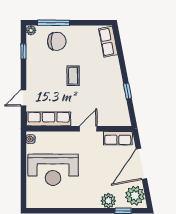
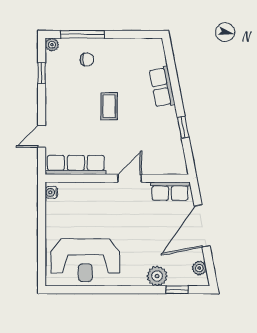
chair: (57, 41) -> (87, 59), width x0.54, depth x0.54
row of seats: (108, 42) -> (162, 87), moved
reception desk: (53, 170) -> (85, 260), moved
plant: (135, 196) -> (199, 268), width x0.53, depth x0.53

